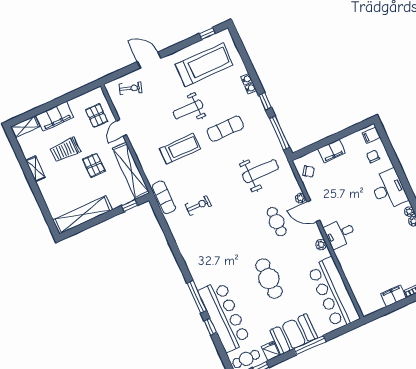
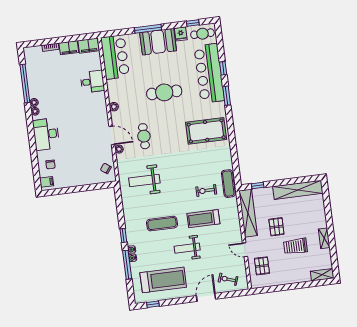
door: (149, 60) -> (206, 297), swing flipped
treadmill: (204, 65) -> (163, 280), turned 180
weight bench: (188, 109) -> (187, 248), turned 180
filing cabinet: (55, 116) -> (296, 276), removed
door: (122, 128) -> (245, 250), swing flipped
window: (280, 133) -> (127, 265), moved
trolley: (65, 150) -> (295, 246), turned 180
filing cabinet: (332, 151) -> (88, 46), moved, turned 180
exercise bike: (198, 205) -> (206, 191), moved
desk: (340, 234) -> (92, 82), moved
pool table: (208, 250) -> (206, 131), added
cafe table: (269, 279) -> (164, 92), turned 90
bar counter: (333, 293) -> (115, 57), width x0.73
window: (197, 297) -> (227, 96), width x0.69

